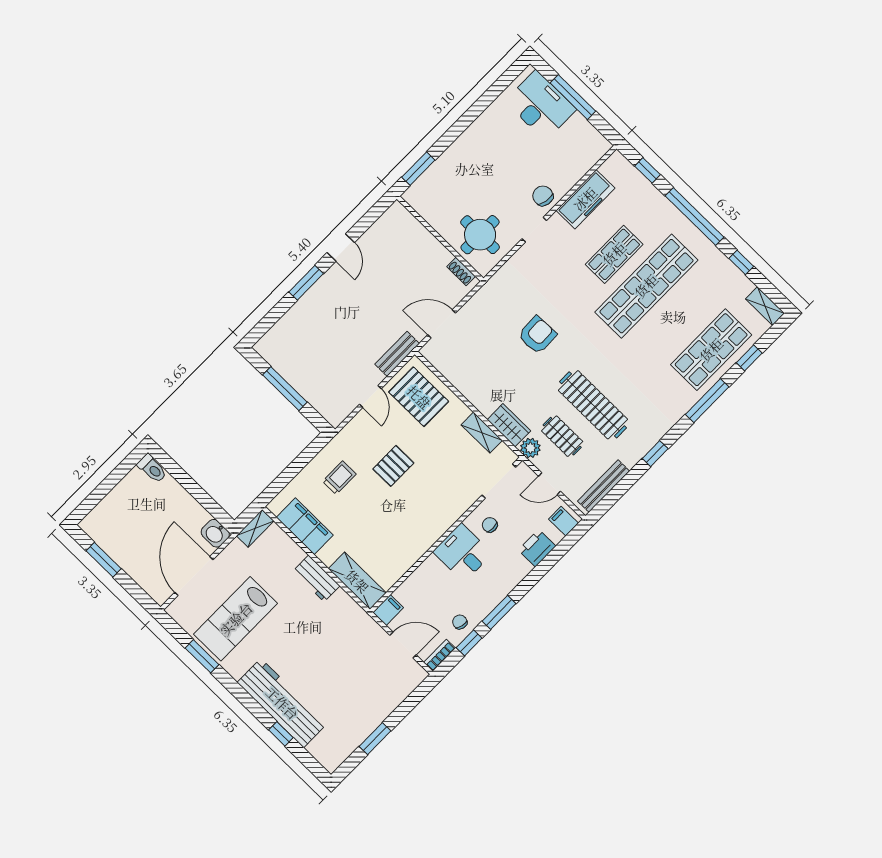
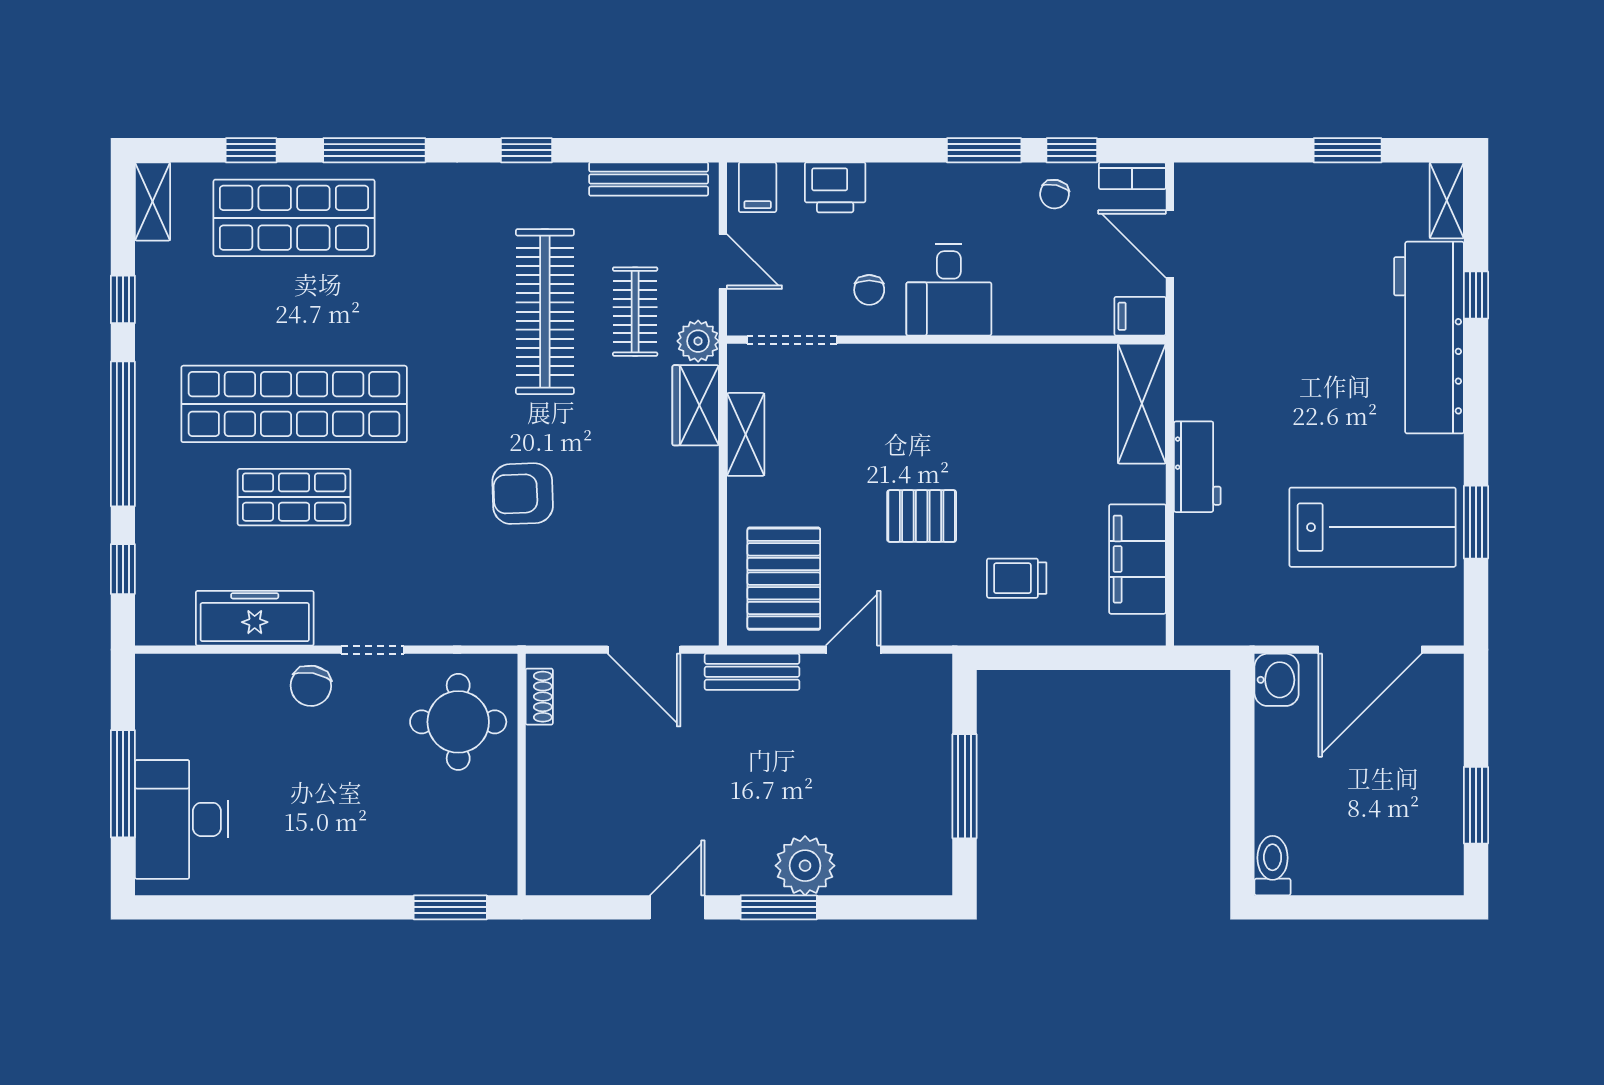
plant: (312, 306) -> (805, 866), added
shelving: (255, 528) -> (1447, 200), moved, turned 90

